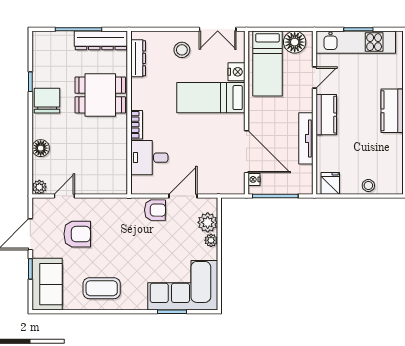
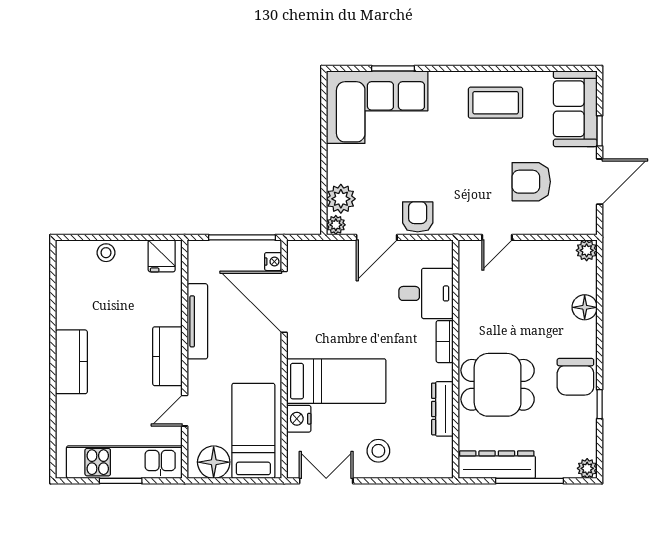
plant: (39, 38) -> (587, 468), added
dresser: (138, 58) -> (442, 409), moved
door: (64, 196) -> (497, 237), moved
armchair: (155, 210) -> (418, 217), turned 89
plant: (211, 240) -> (336, 225), moved

